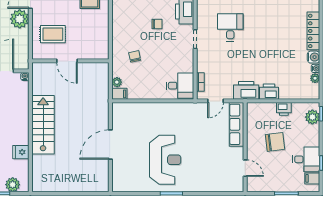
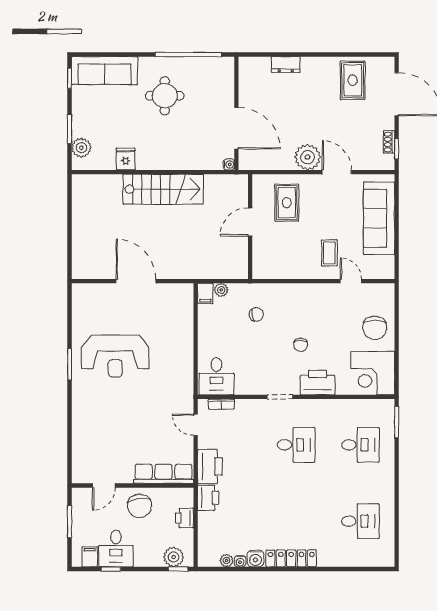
row of seats: (237, 124) -> (164, 474), moved
wall: (245, 147) -> (133, 486), moved
door: (245, 168) -> (104, 486), moved

